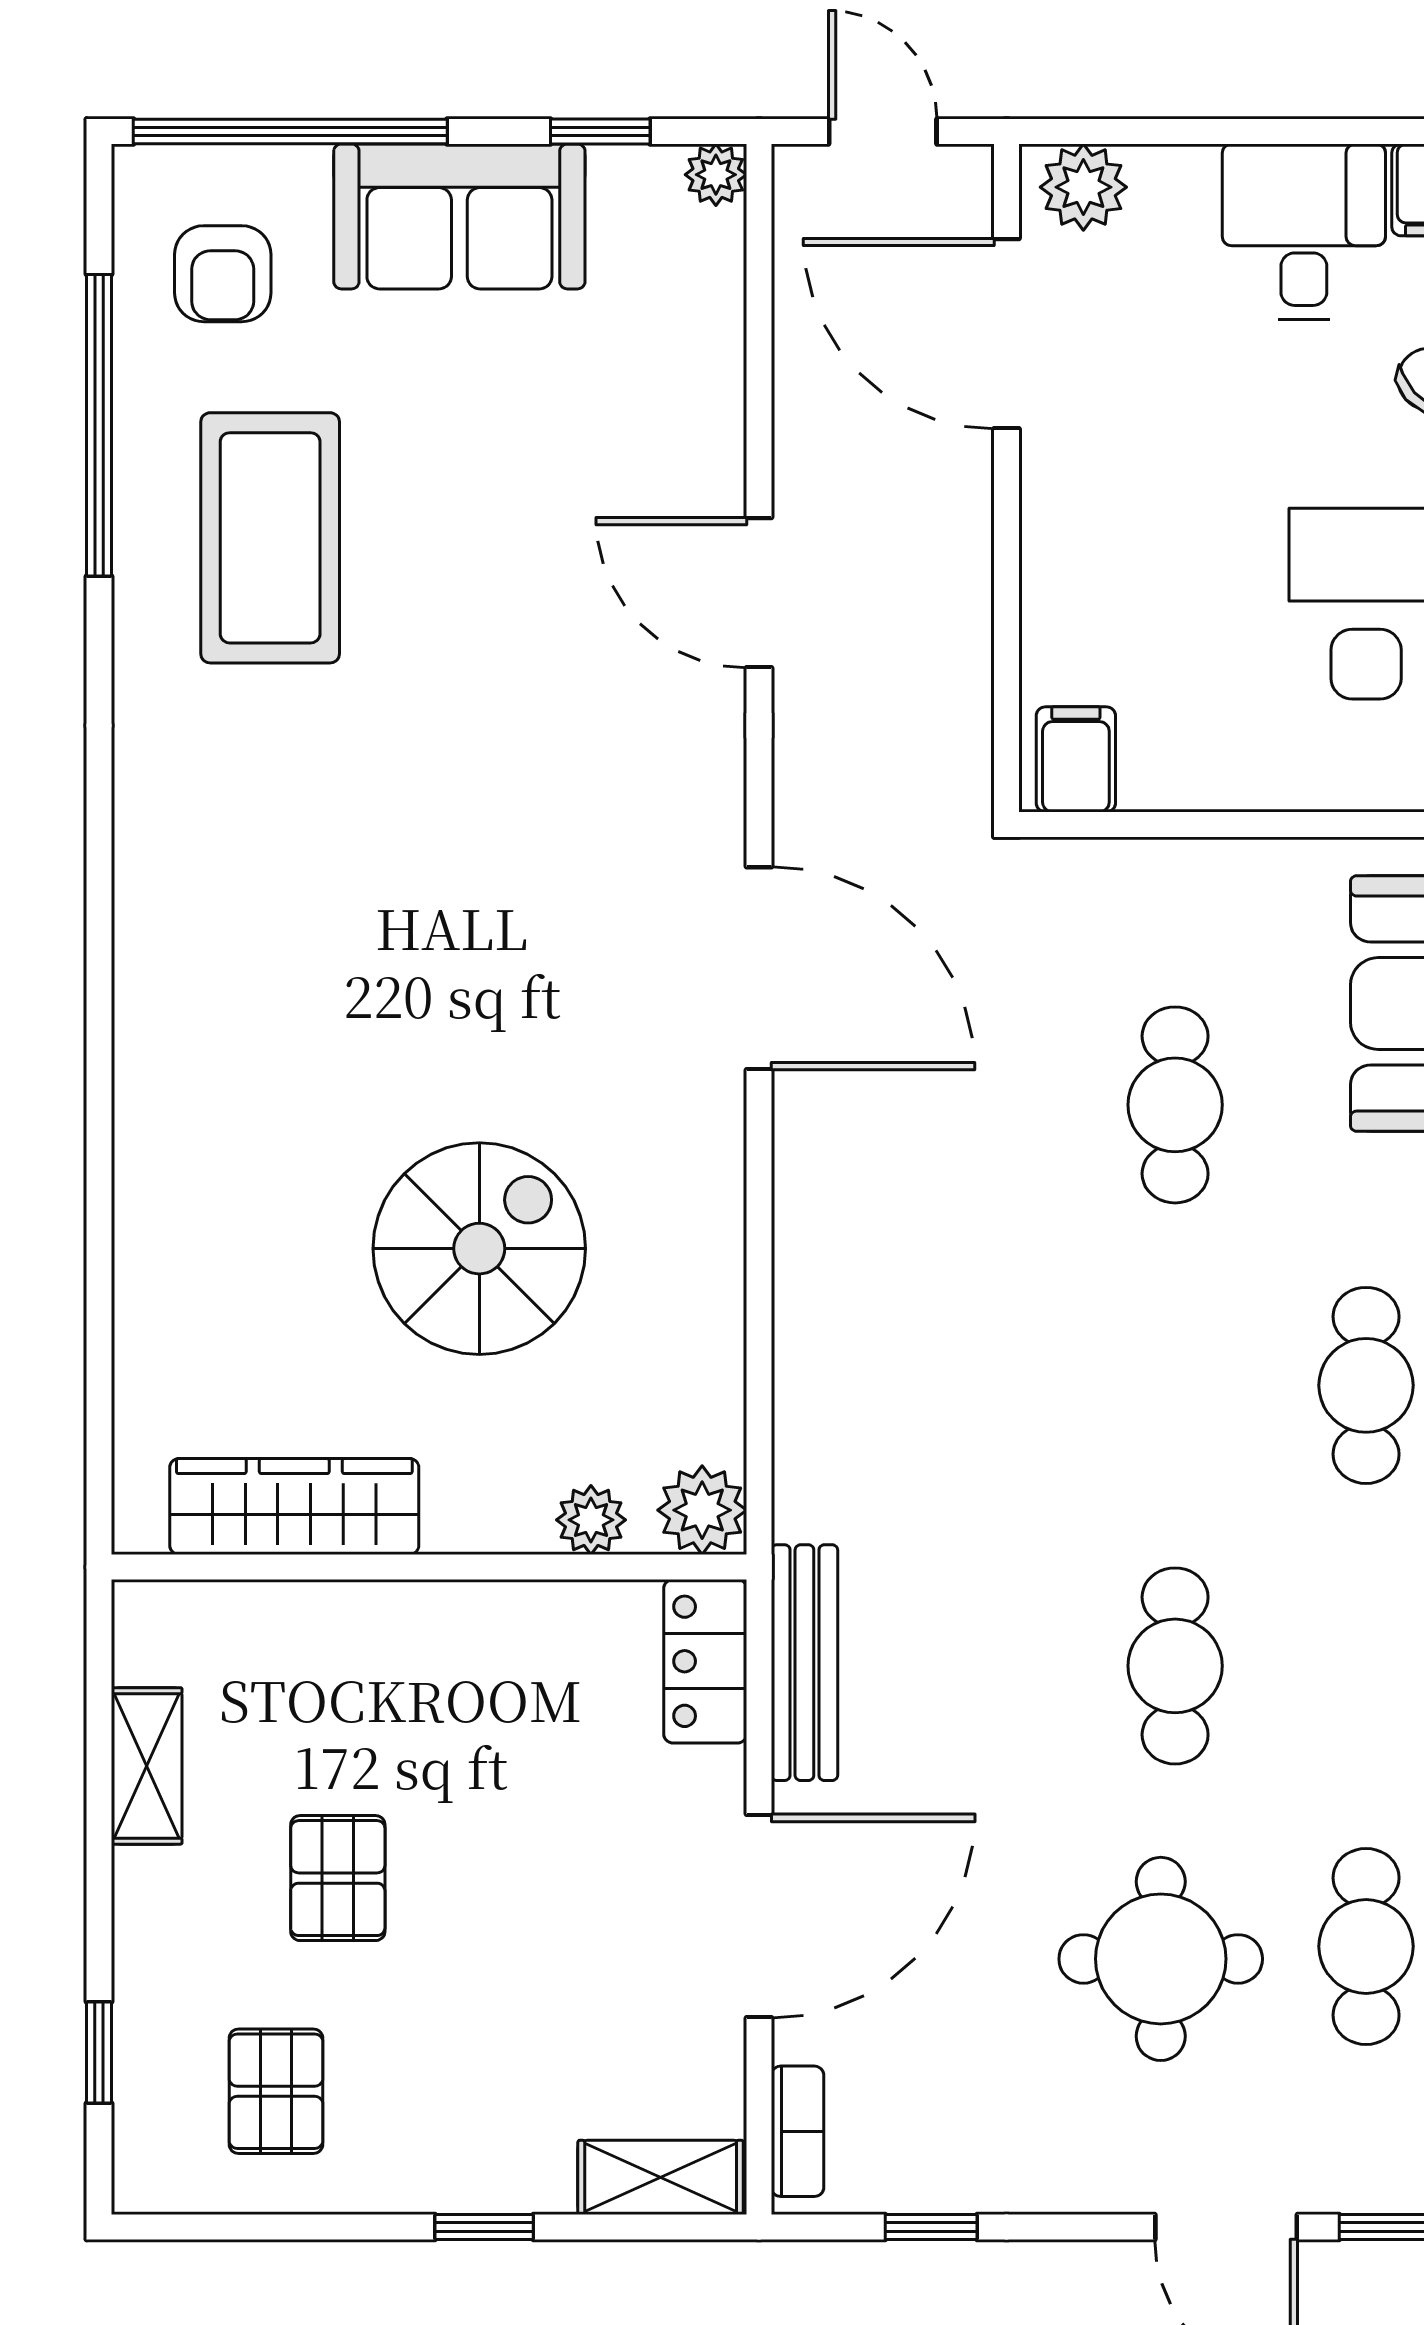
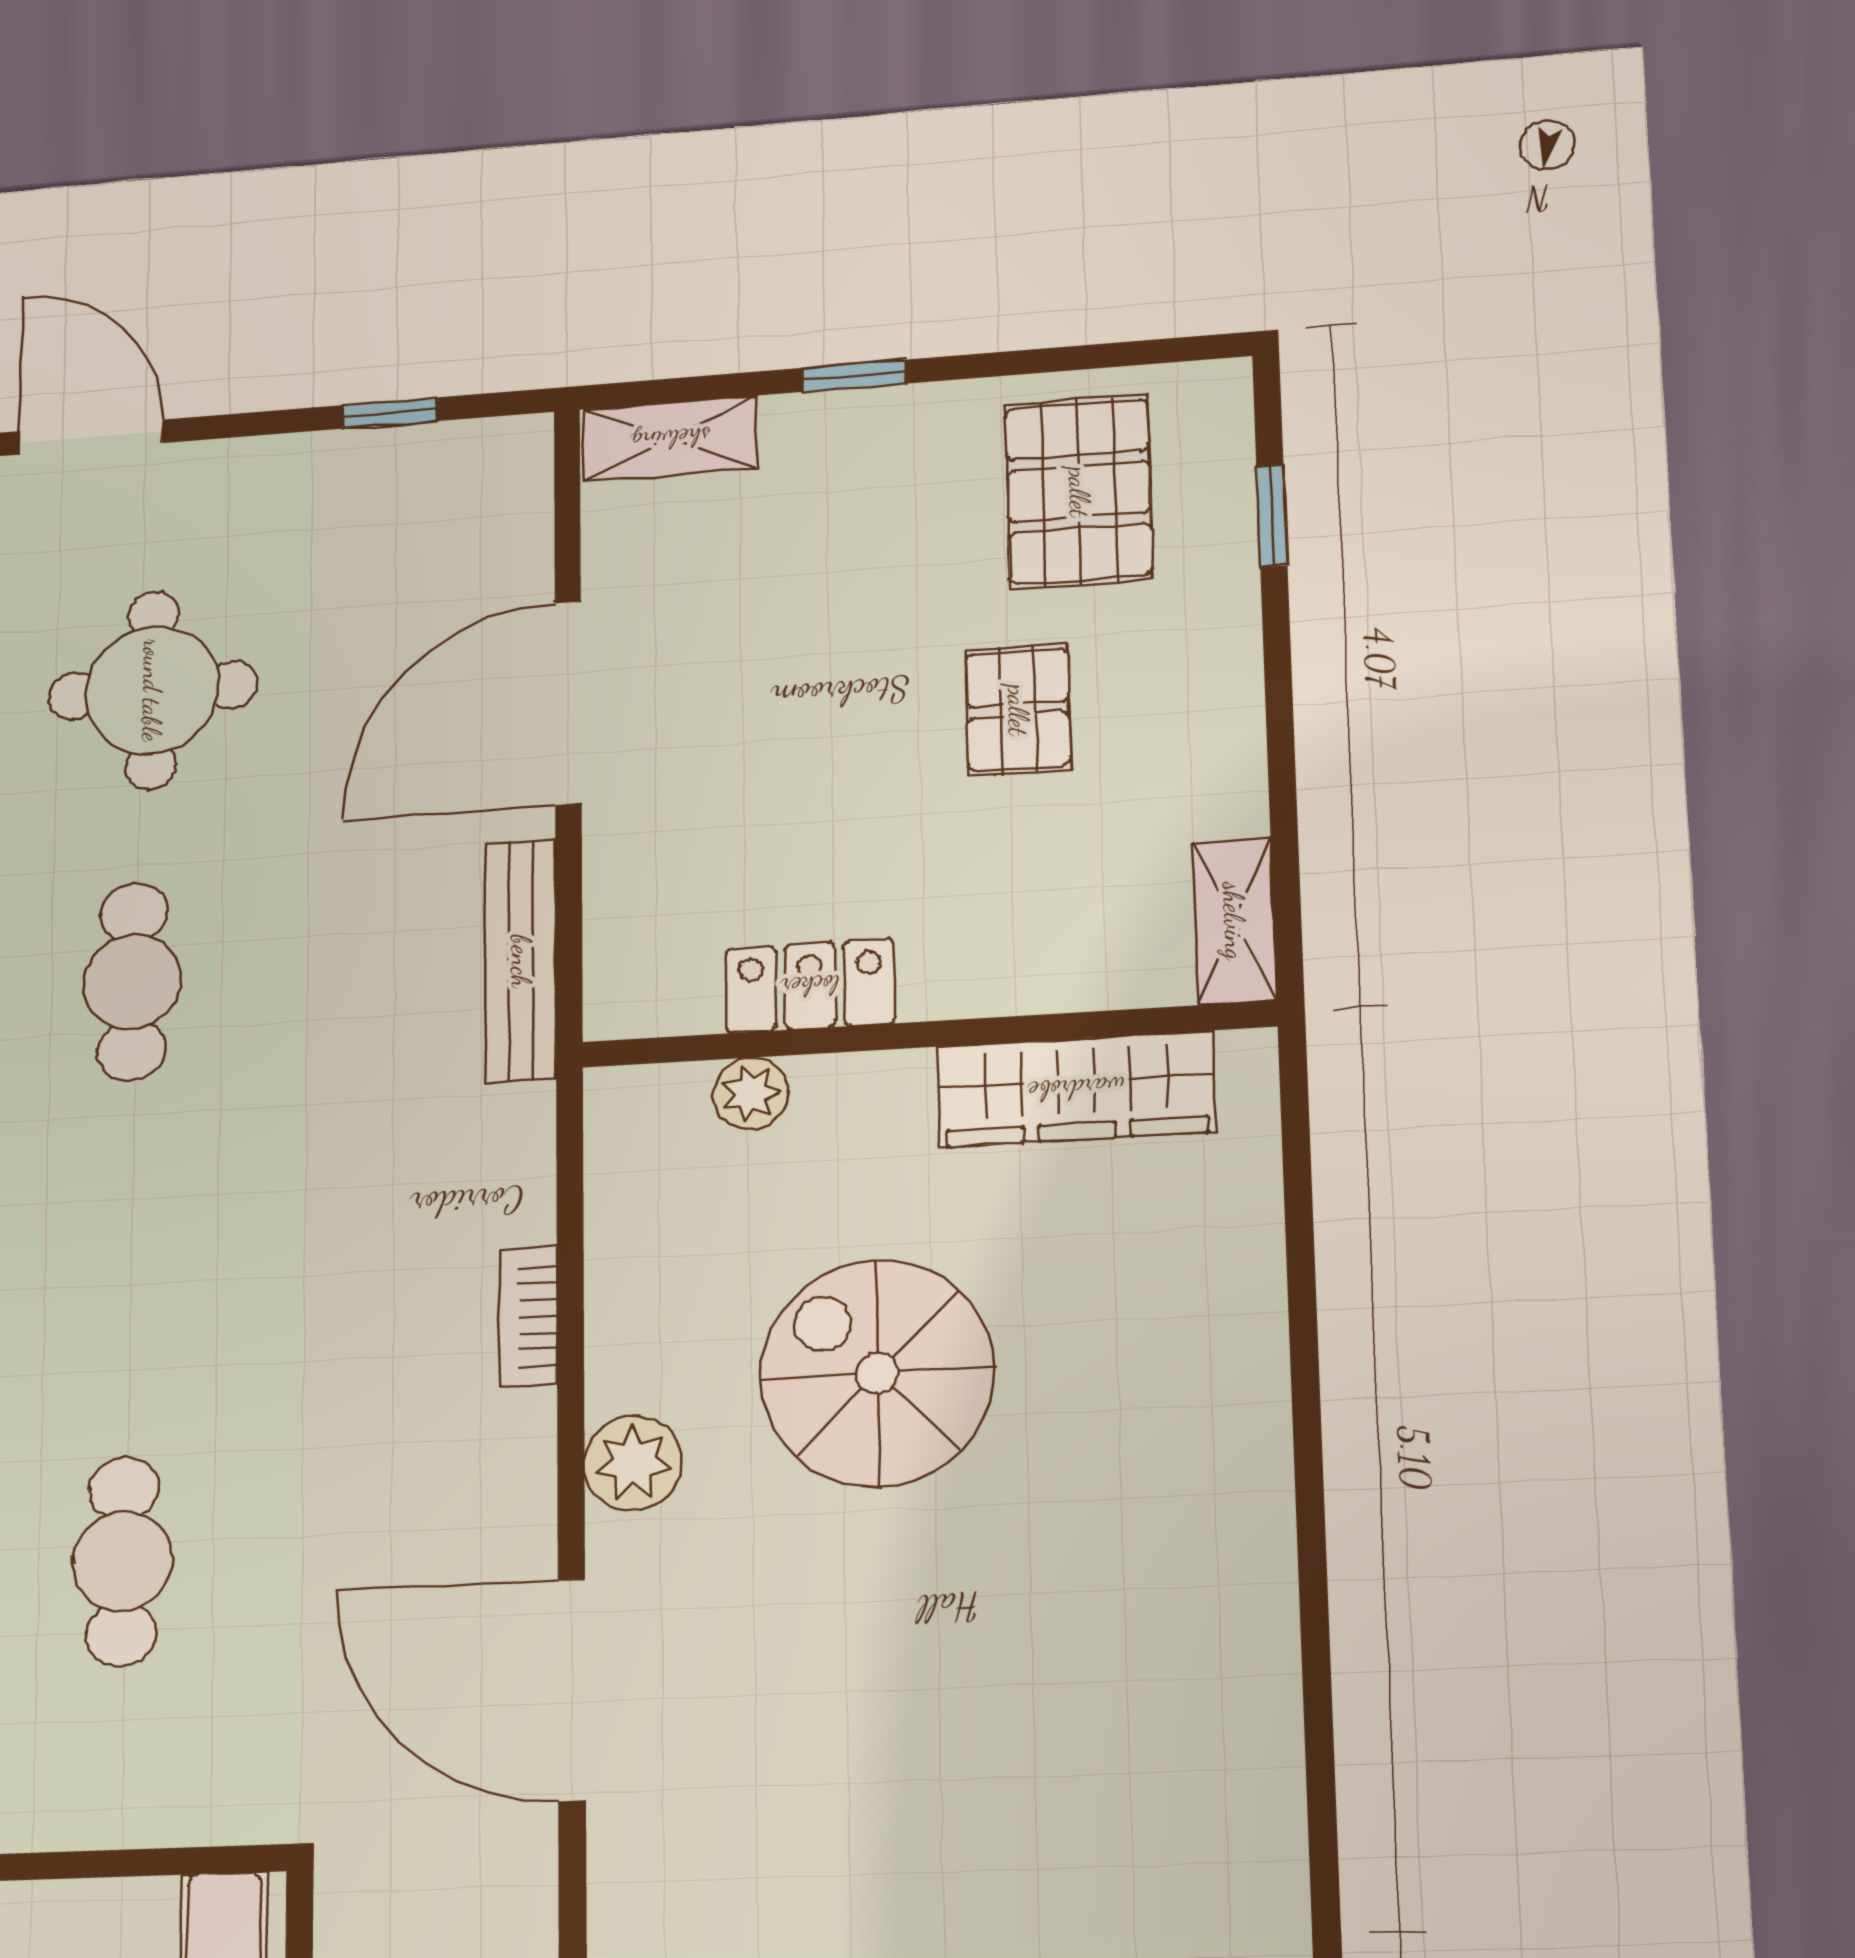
spiral stairs: (479, 1249) -> (877, 1373), turned 90
plant: (702, 1510) -> (633, 1463), moved
locker: (705, 1661) -> (810, 986), moved, turned -90
shelving: (147, 1766) -> (1234, 921), moved
pallet: (276, 2091) -> (1079, 492), width x1.50, depth x1.42
bookcase: (798, 2131) -> (529, 1316), moved

